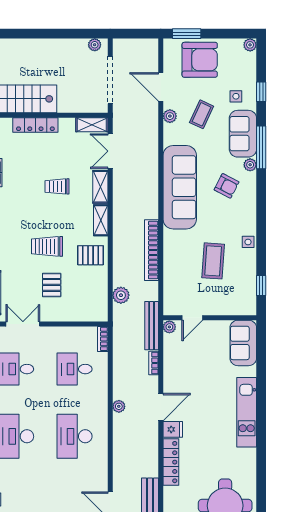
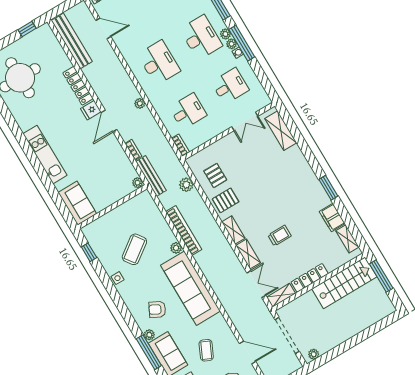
plant: (170, 116) -> (176, 248), moved
locker: (35, 125) -> (310, 278), moved
trolley: (47, 246) -> (261, 188), removed
coffee table: (213, 261) -> (134, 249), turned 50
pallet: (52, 285) -> (215, 175), moved
door: (192, 318) -> (125, 199), removed

